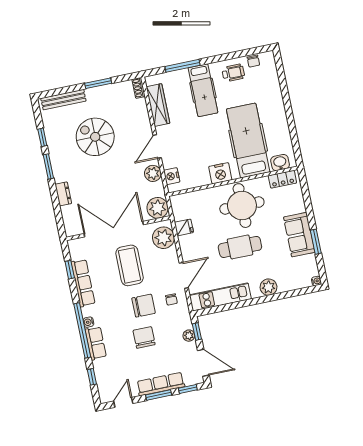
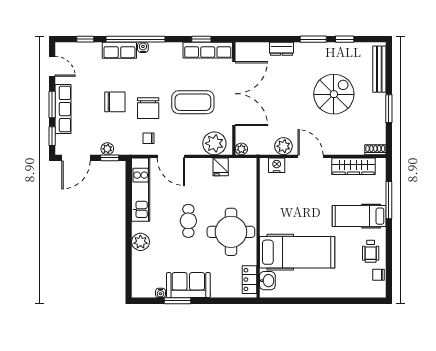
nightstand: (220, 173) -> (269, 216), removed
plant: (158, 208) -> (241, 149), width x0.53, depth x0.53
cafe table: (240, 247) -> (188, 221), width x0.73, depth x0.74
water cooler: (316, 281) -> (161, 293), moved
row of seats: (83, 283) -> (208, 50), moved

